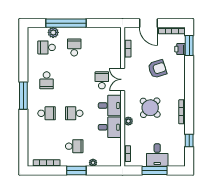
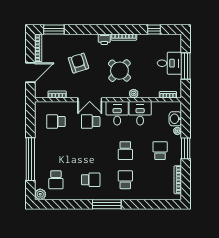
plant: (53, 32) -> (40, 194), moved
school desk: (74, 47) -> (56, 122), moved
printer: (180, 49) -> (104, 39), moved
washbasin: (104, 161) -> (175, 119), added

